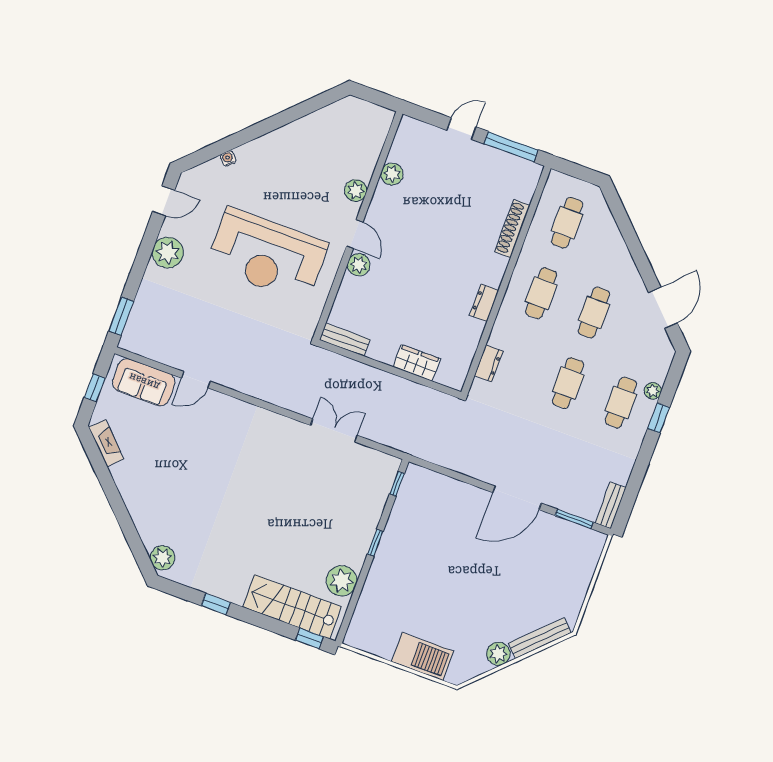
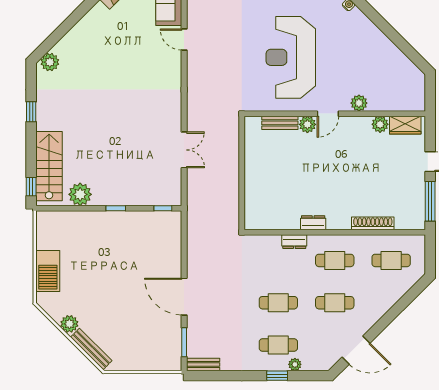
bench: (345, 340) -> (280, 123), moved, turned 90
wardrobe: (417, 363) -> (405, 125), moved, turned 90
dresser: (489, 363) -> (294, 242), moved

